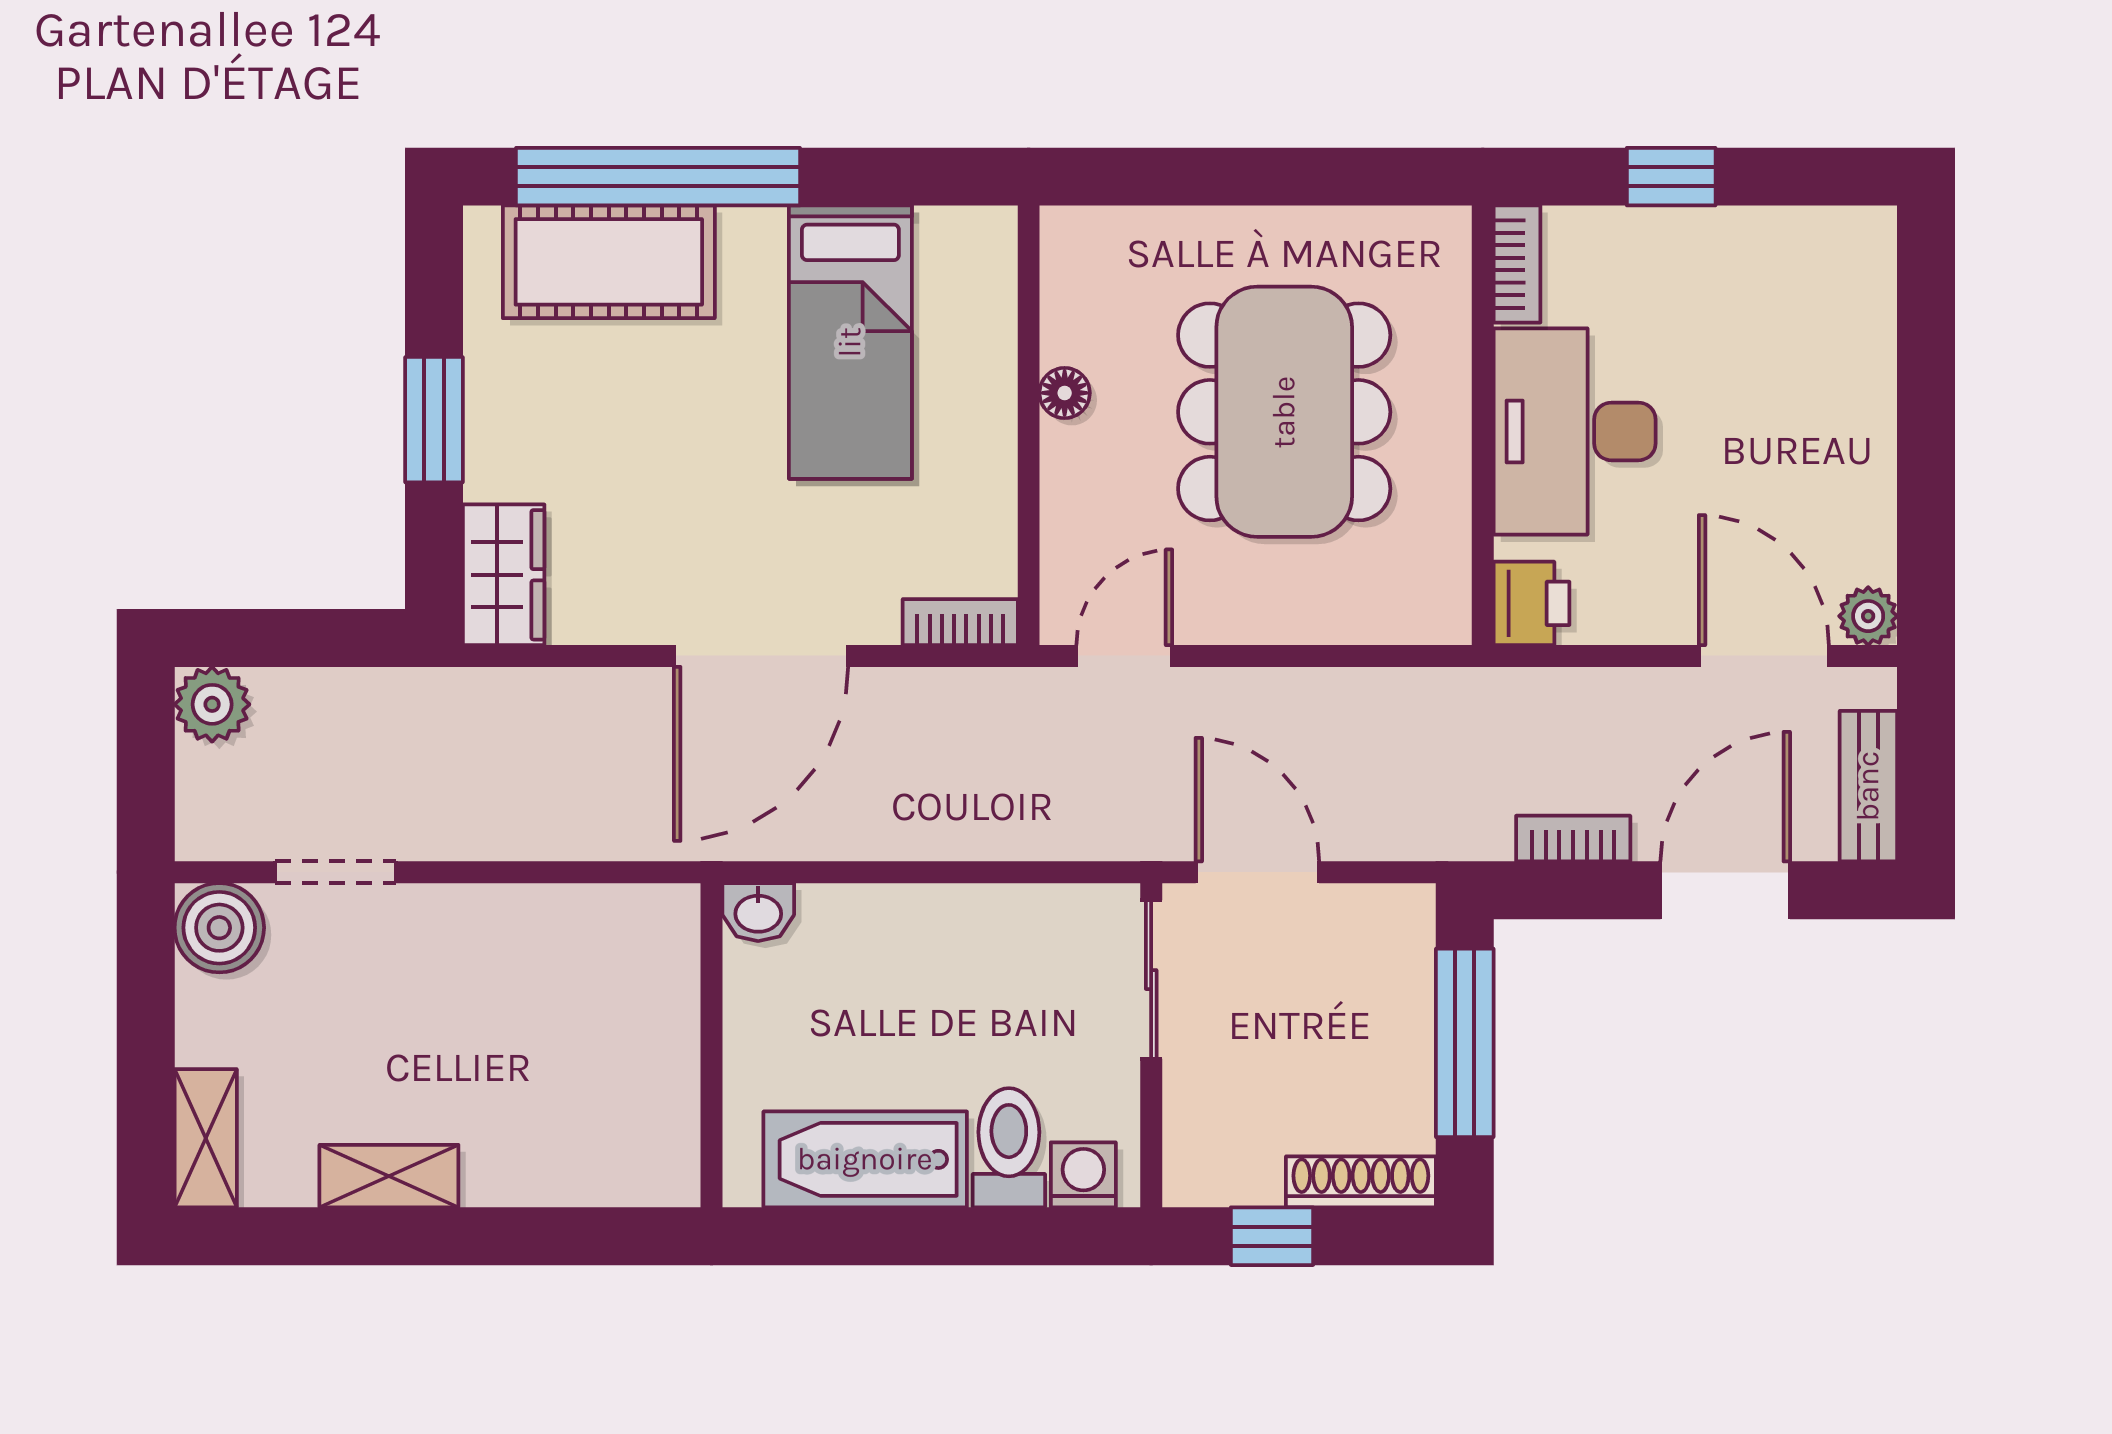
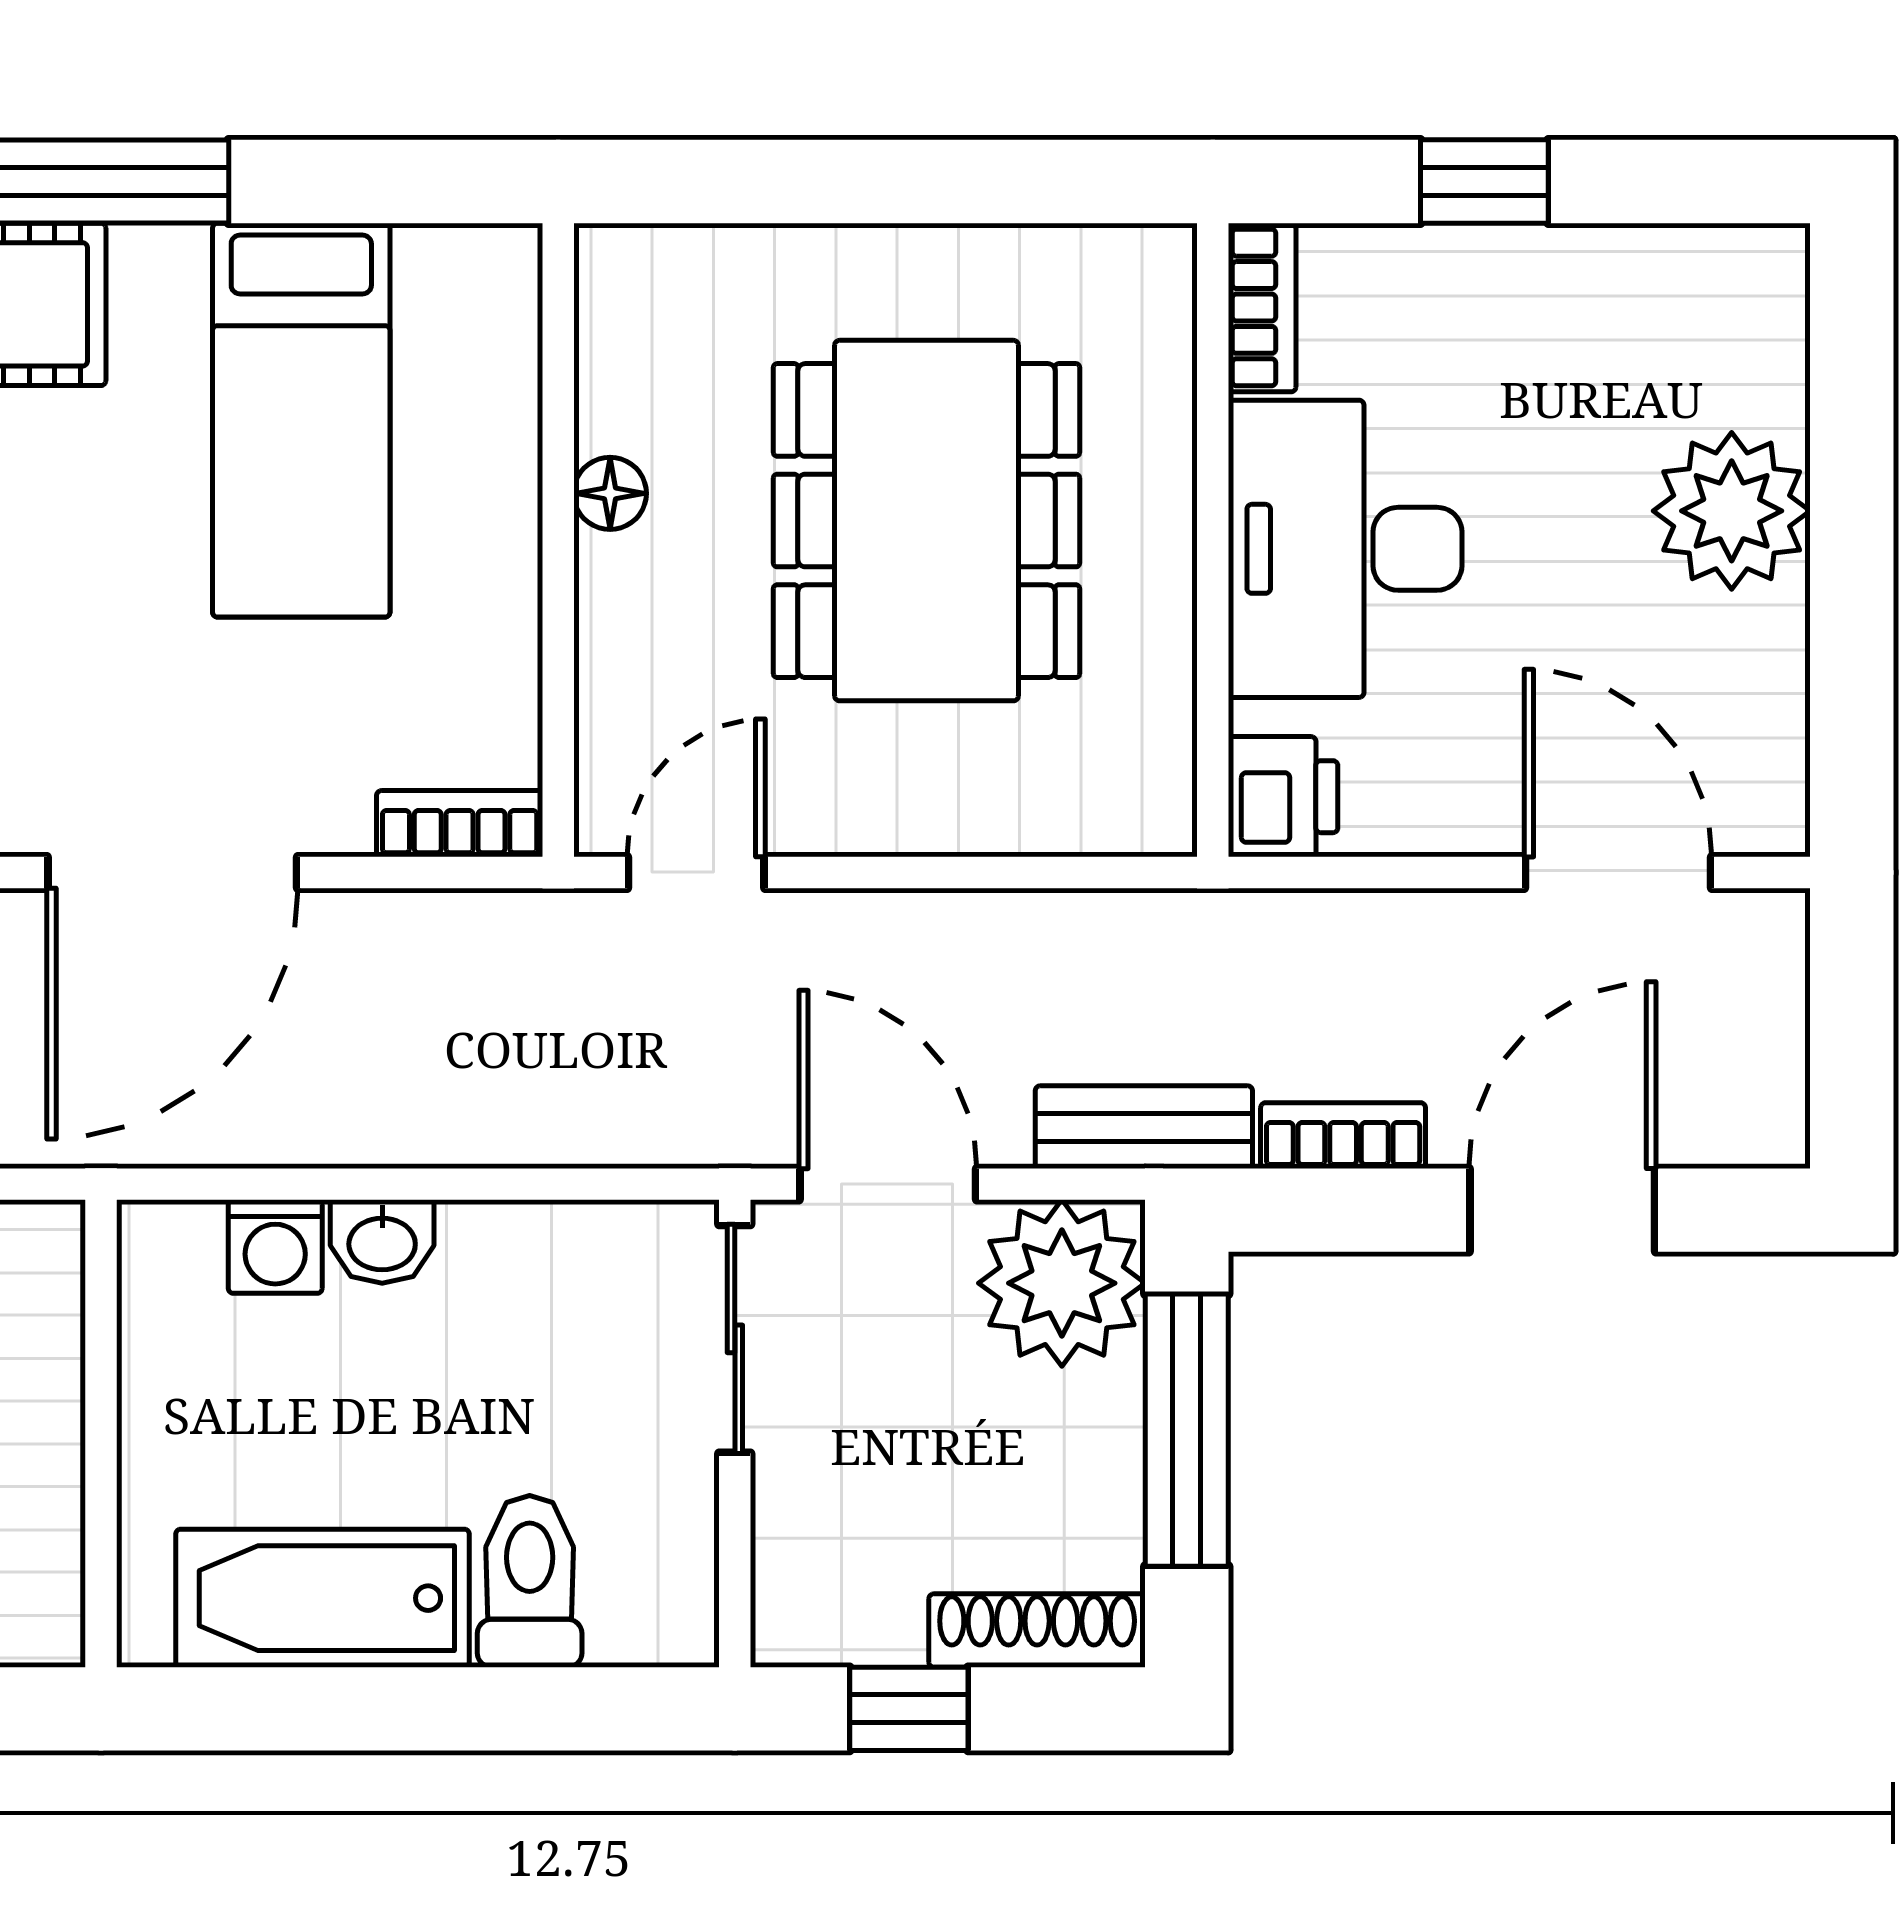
plant: (1868, 616) -> (1732, 511), moved, width x1.87, depth x1.87
bench: (1868, 786) -> (1144, 1127), moved, turned 90
washbasin: (758, 912) -> (382, 1242), moved
plant: (1378, 941) -> (1062, 1283), added
washing machine: (1083, 1175) -> (275, 1247), moved, turned 180

